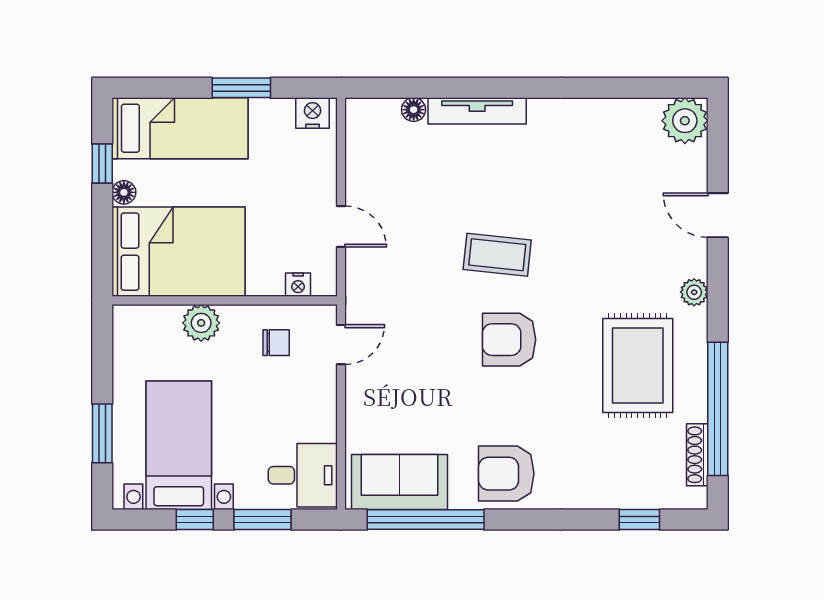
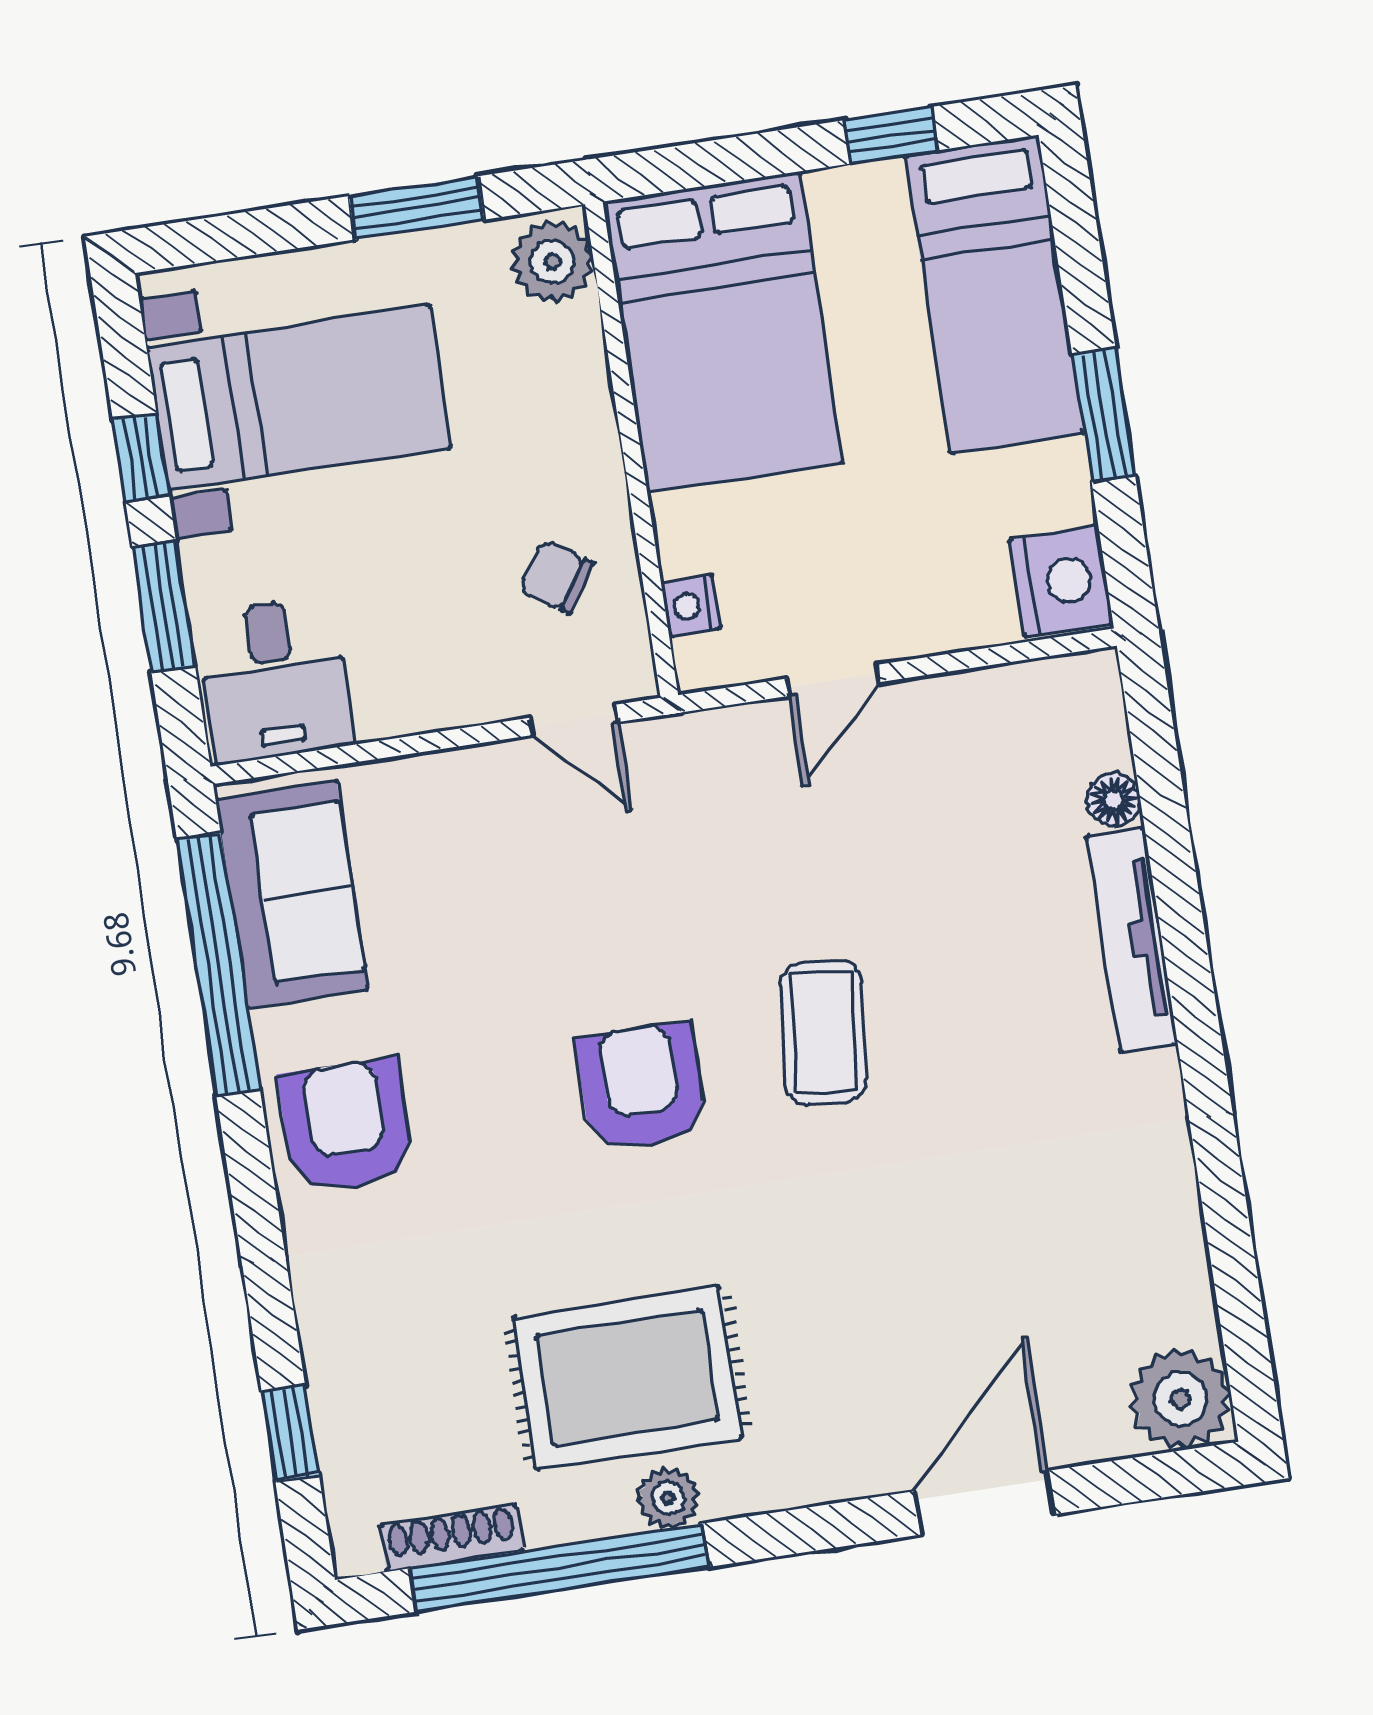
nightstand: (313, 113) -> (1061, 581), width x1.36, depth x1.33
floor lamp: (124, 192) -> (835, 192), removed
door: (718, 215) -> (984, 1503), width x1.38
plant: (694, 292) -> (668, 1498), moved
plant: (201, 323) -> (552, 262), moved
chair: (276, 343) -> (556, 577), turned 123
window: (102, 433) -> (416, 208), moved

